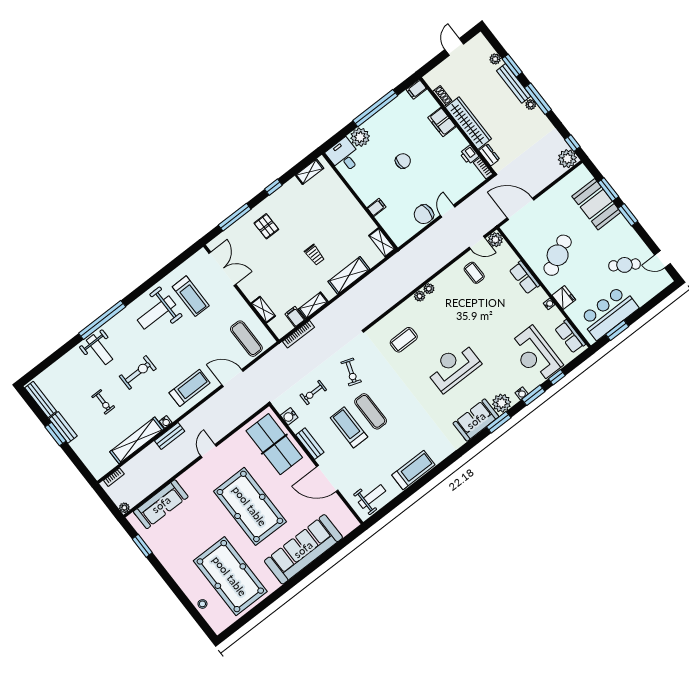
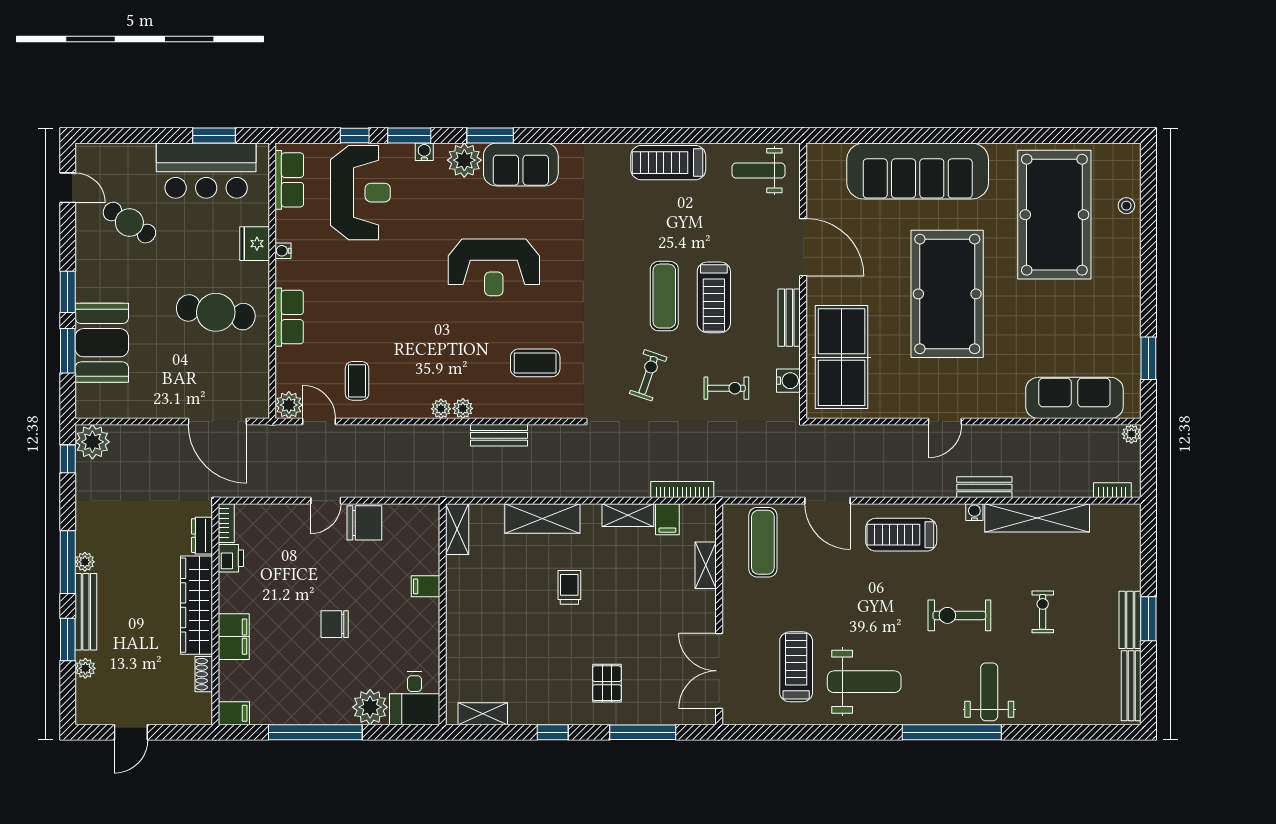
cafe table: (558, 255) -> (216, 312), turned 36
bench: (395, 297) -> (499, 435), added

